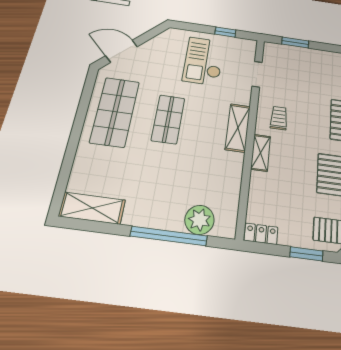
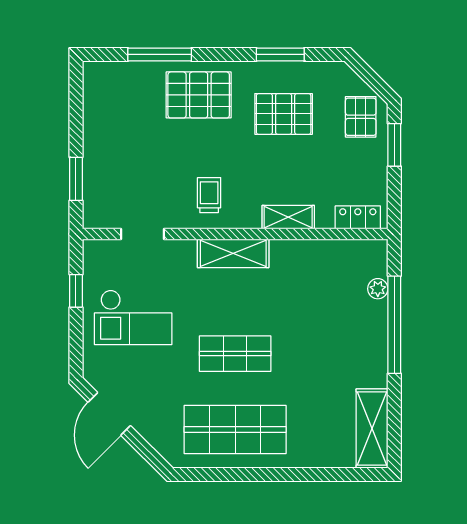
door: (122, 51) -> (109, 414), moved
trolley: (279, 118) -> (209, 195), turned 90
shelving: (261, 153) -> (288, 217), moved
plant: (200, 220) -> (378, 289), width x0.53, depth x0.53
locker: (261, 234) -> (358, 217), moved, turned 90

